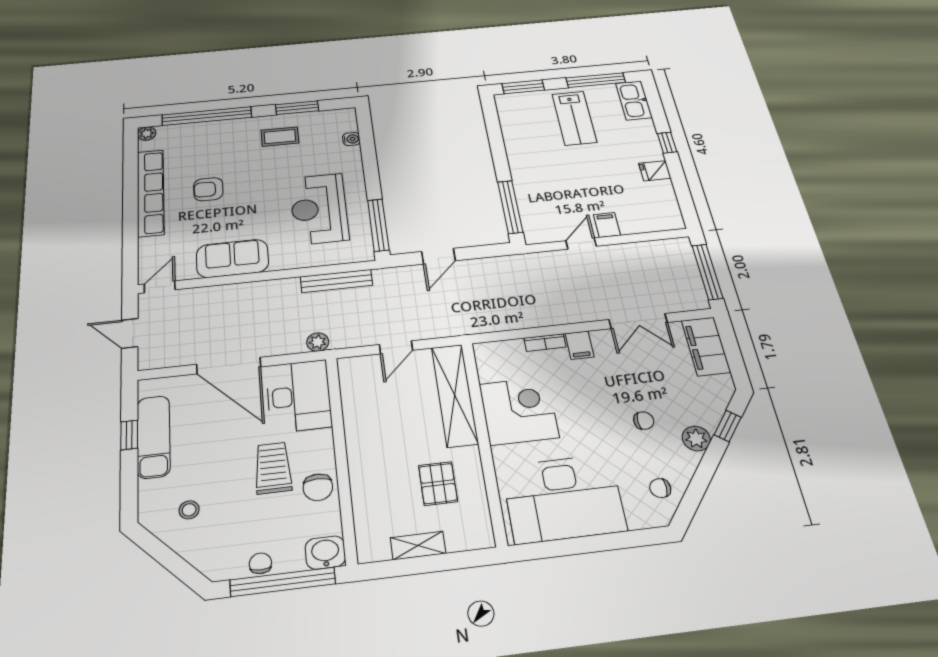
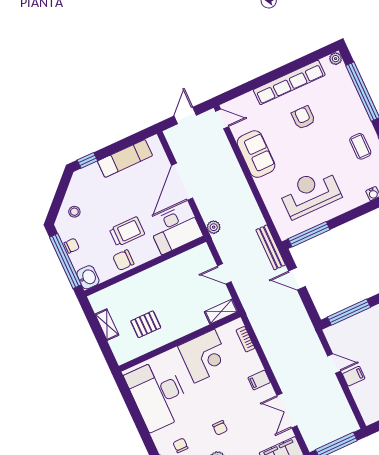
bench: (336, 281) -> (271, 247), moved
bookcase: (545, 343) -> (245, 339), moved
shelving: (455, 395) -> (221, 312), width x0.45, depth x0.75
window: (129, 435) -> (87, 160), moved
stool: (189, 510) -> (74, 212), moved

